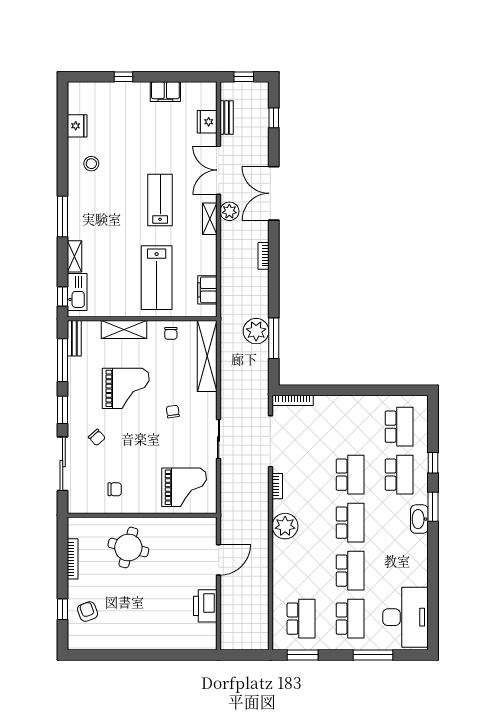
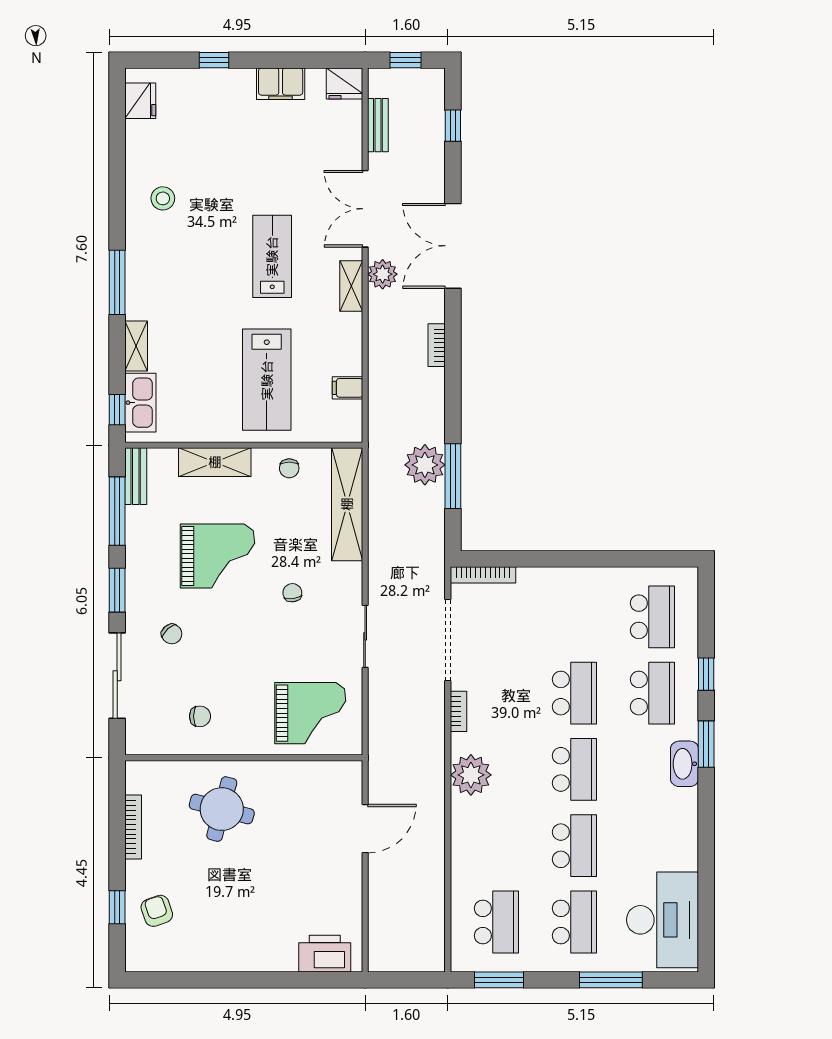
fridge: (207, 122) -> (344, 83), moved, turned -90
fridge: (77, 126) -> (140, 101), moved
filing cabinet: (207, 290) -> (348, 388), width x0.50
printer: (205, 606) -> (325, 954), moved, turned 90

